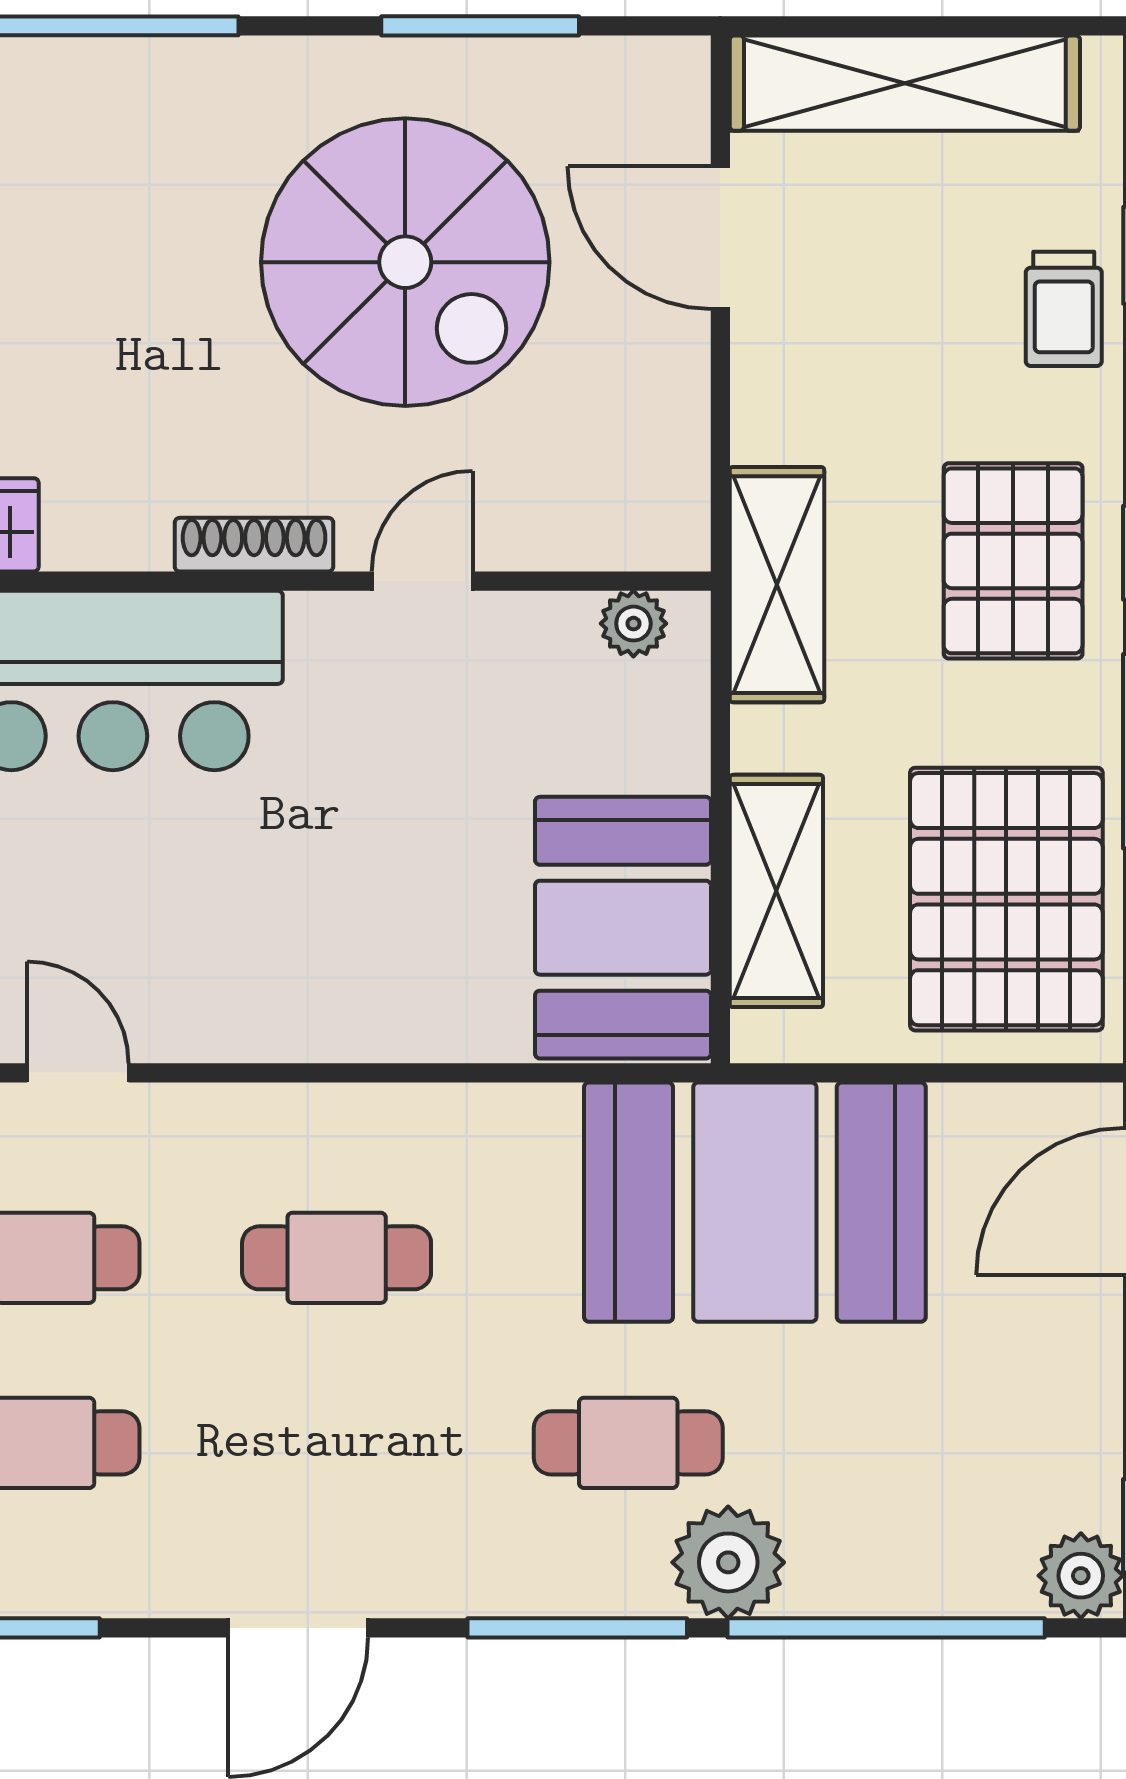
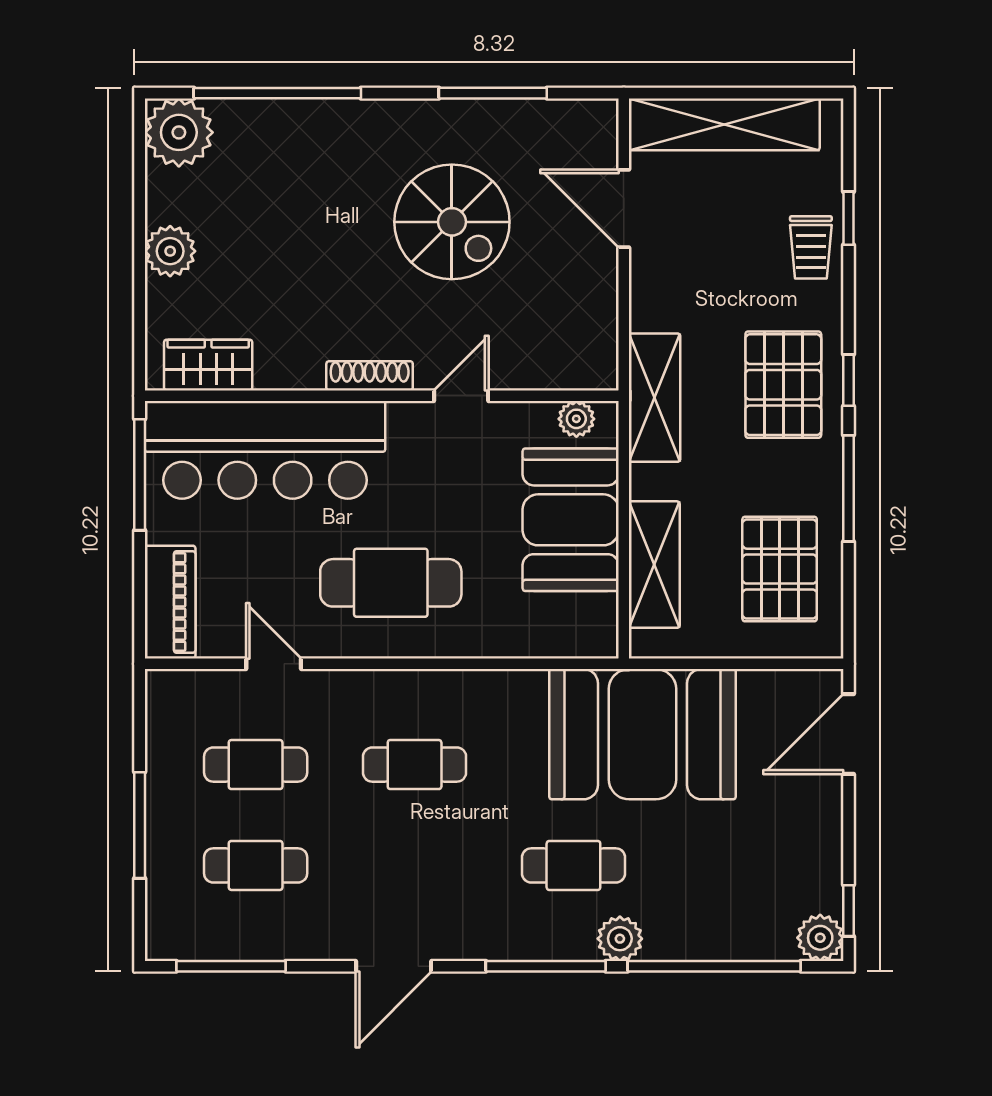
spiral stairs: (405, 262) -> (452, 222), width x0.73, depth x0.73
pallet: (1006, 899) -> (780, 569), width x0.73, depth x0.71
cafe table: (293, 924) -> (391, 583), added
booth: (623, 928) -> (571, 520), moved
plant: (728, 1562) -> (620, 939), width x0.73, depth x0.73

